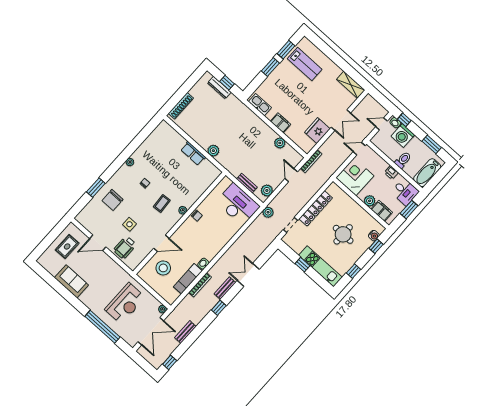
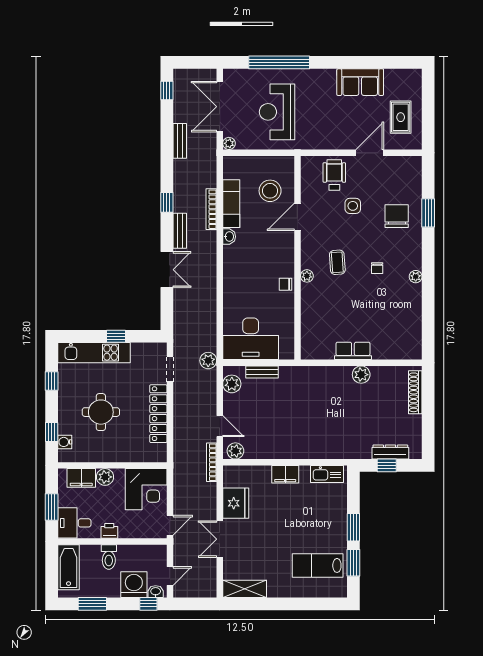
plant: (280, 143) -> (235, 451), moved
plant: (213, 151) -> (361, 375), moved

